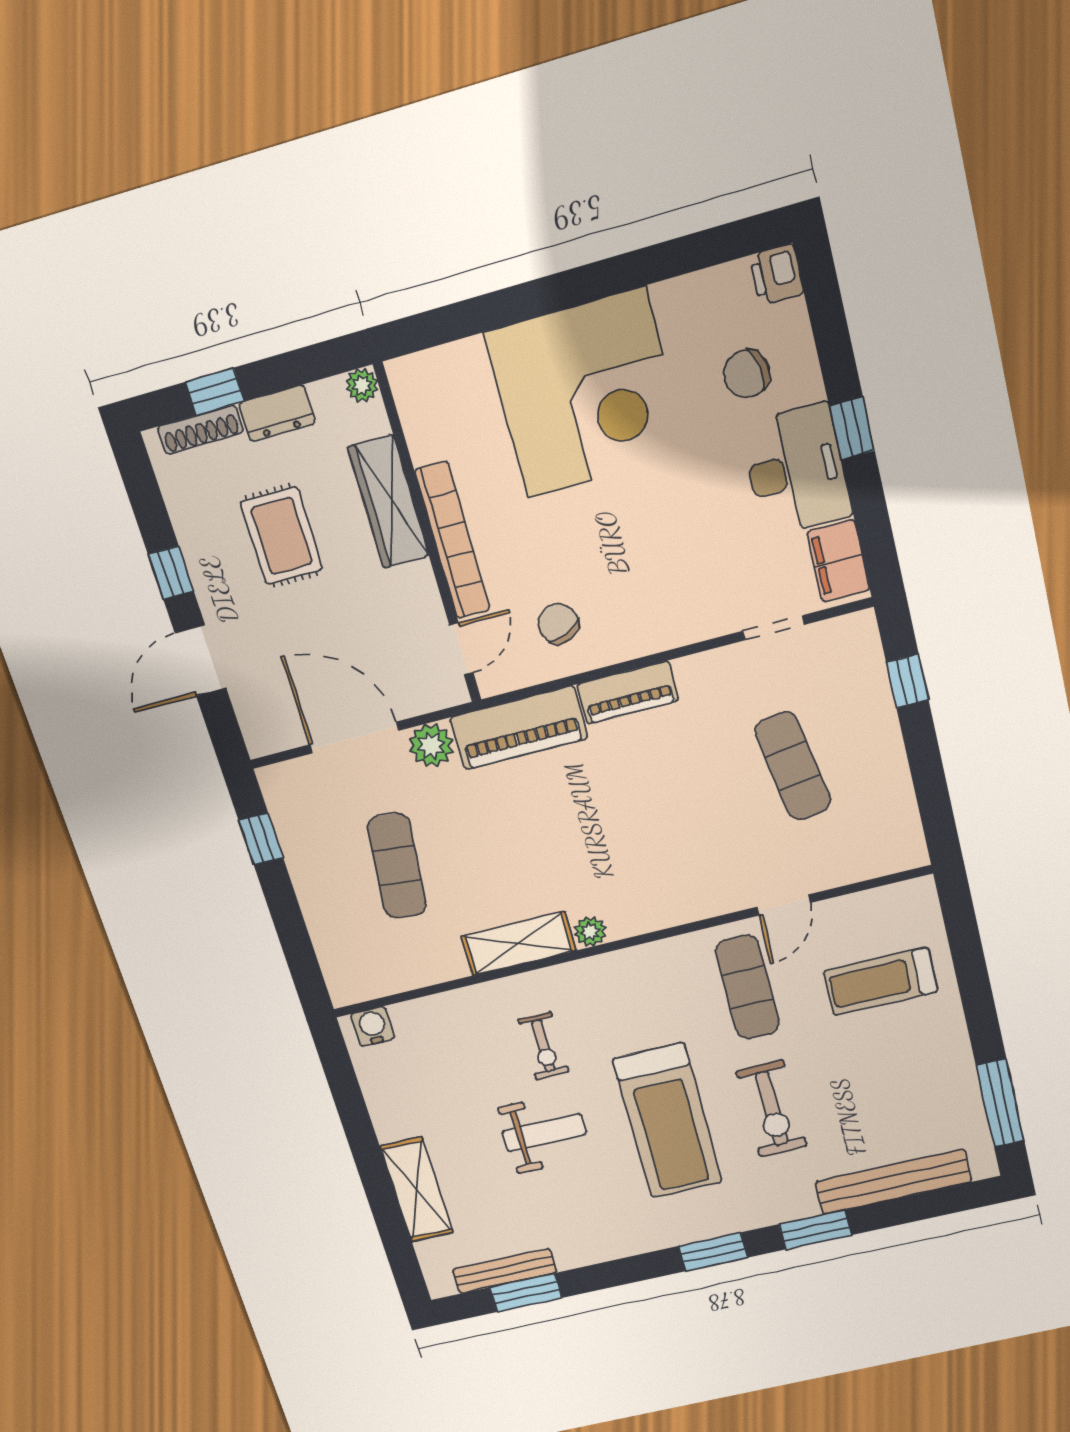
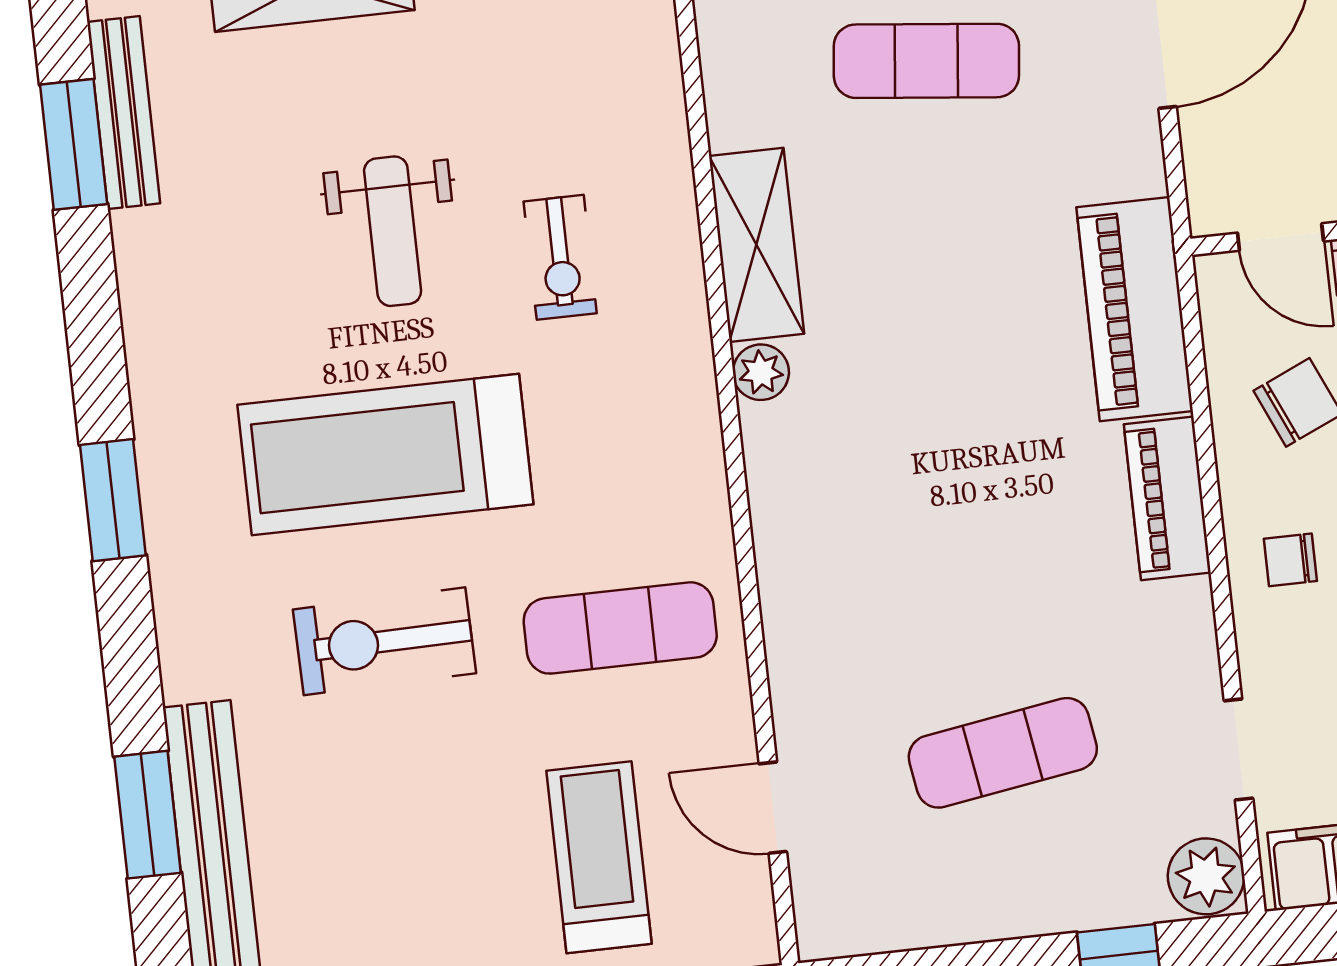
chair: (654, 614) -> (1290, 560), added
plant: (431, 745) -> (1206, 876), moved
door: (784, 905) -> (773, 808), moved
exercise bike: (544, 1046) -> (560, 257), turned -90
window: (815, 1230) -> (148, 815), moved

